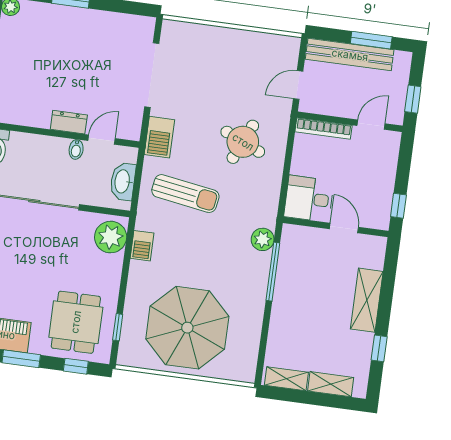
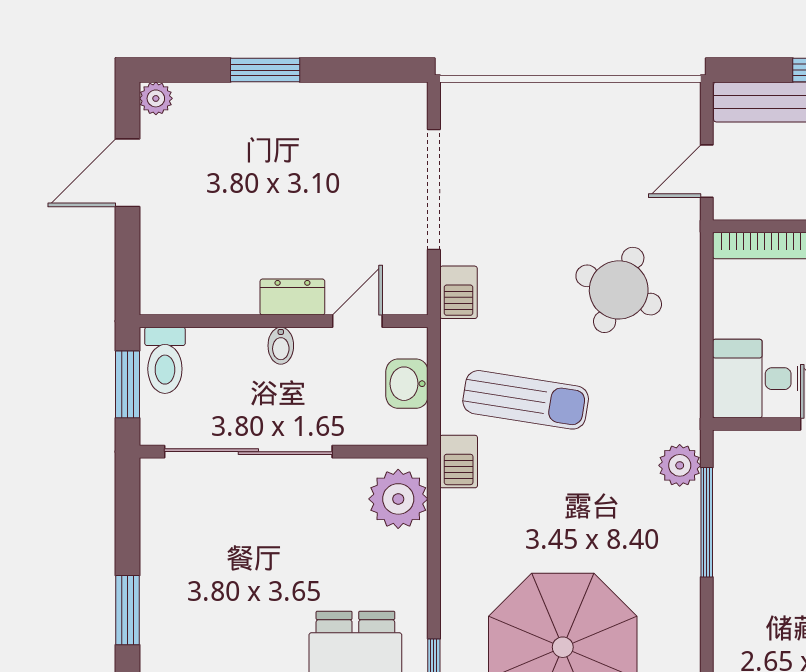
barbecue: (159, 137) -> (458, 292), width x0.73, depth x0.79
bidet: (76, 149) -> (281, 346), moved
washbasin: (123, 181) -> (407, 384), width x0.72
barbecue: (142, 246) -> (459, 462), moved

